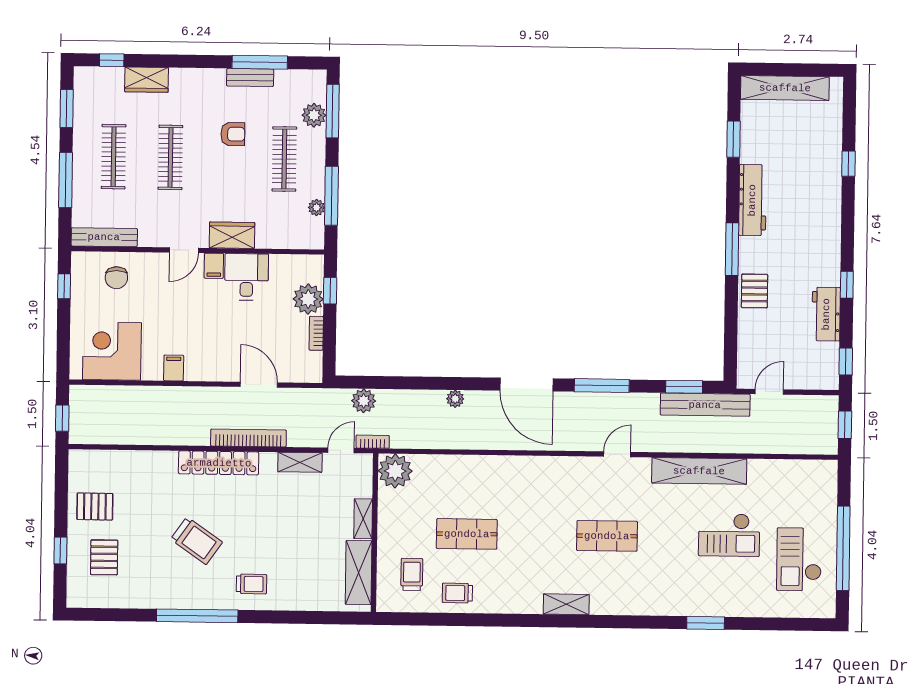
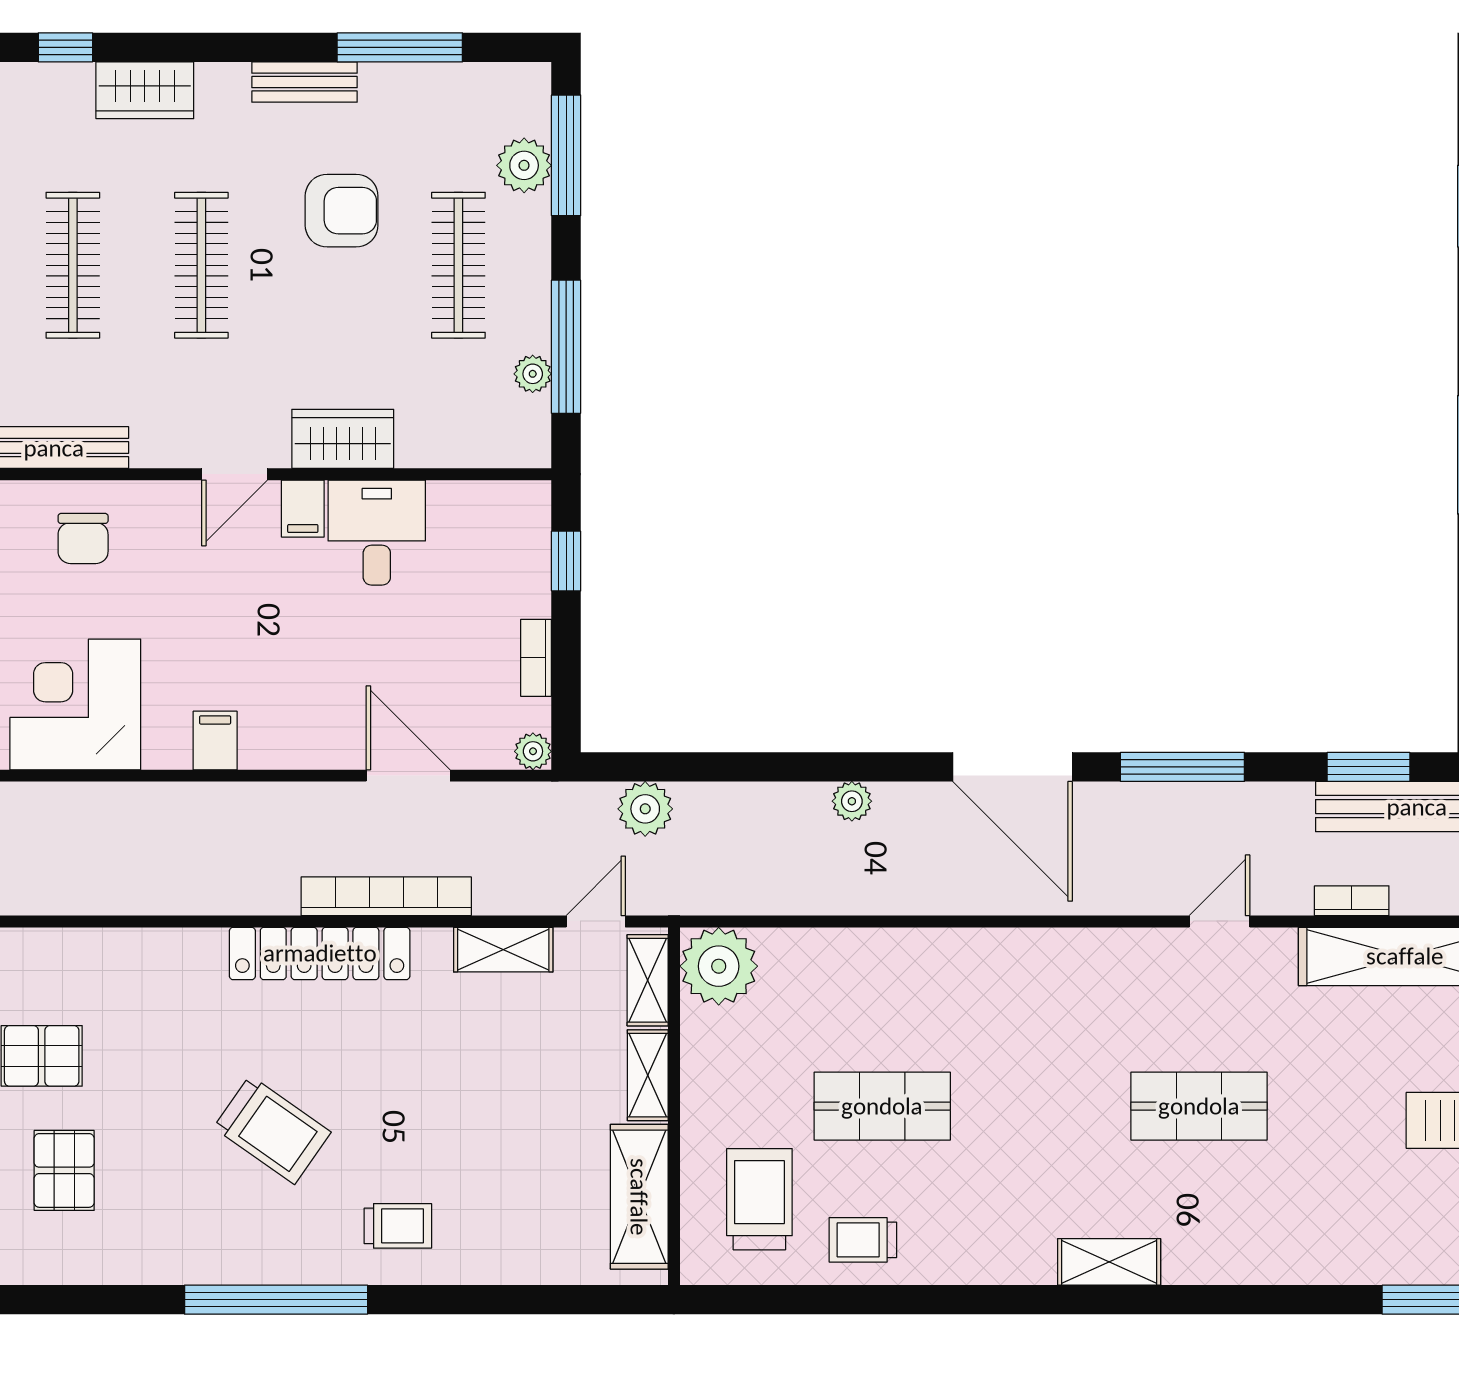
bench: (250, 77) -> (305, 82), moved
armchair: (233, 134) -> (342, 211), width x1.38, depth x1.38
plant: (308, 299) -> (533, 751), moved, width x0.53, depth x0.53
bookcase: (373, 442) -> (1352, 901), moved
shelving: (364, 477) -> (648, 980), added
trolley: (412, 574) -> (759, 1199), width x1.36, depth x1.39

